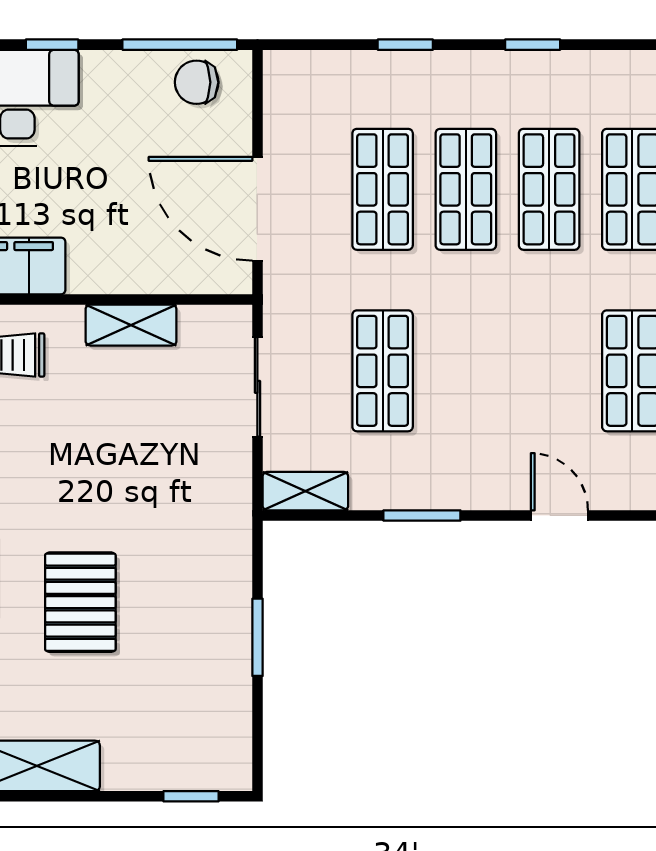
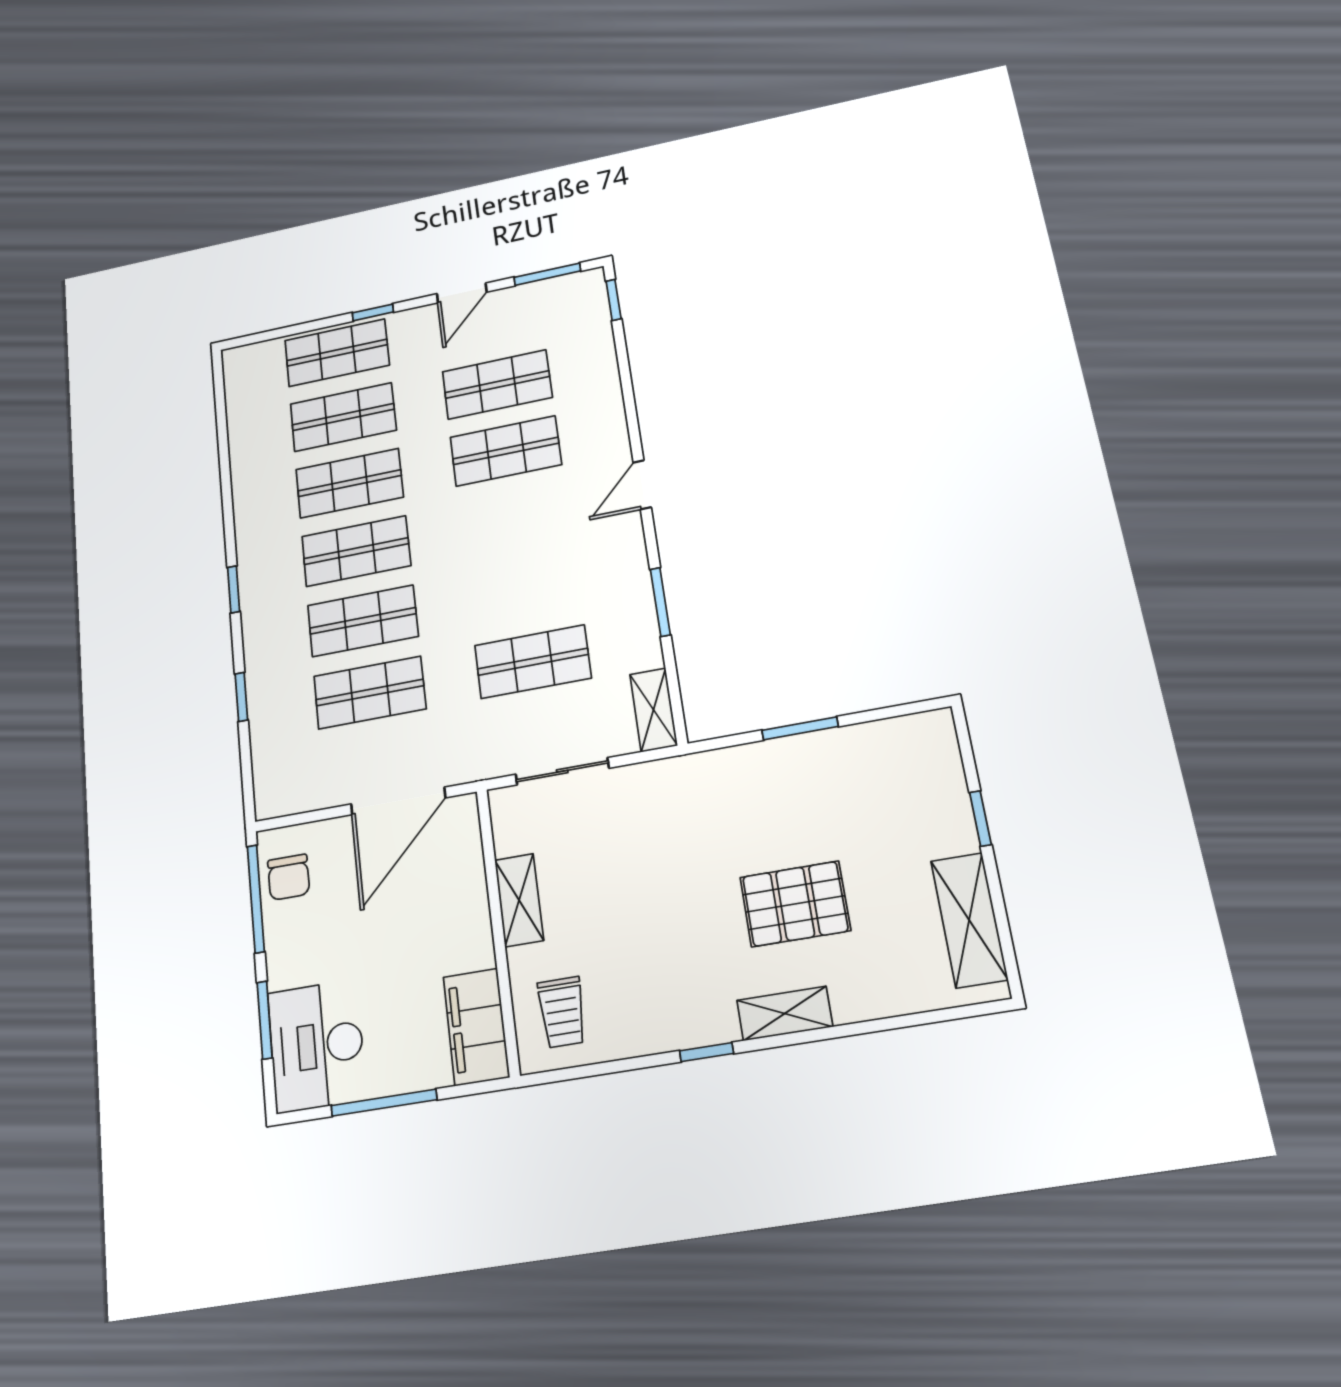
window: (52, 45) -> (265, 1020), width x1.50
window: (191, 796) -> (980, 818), moved

